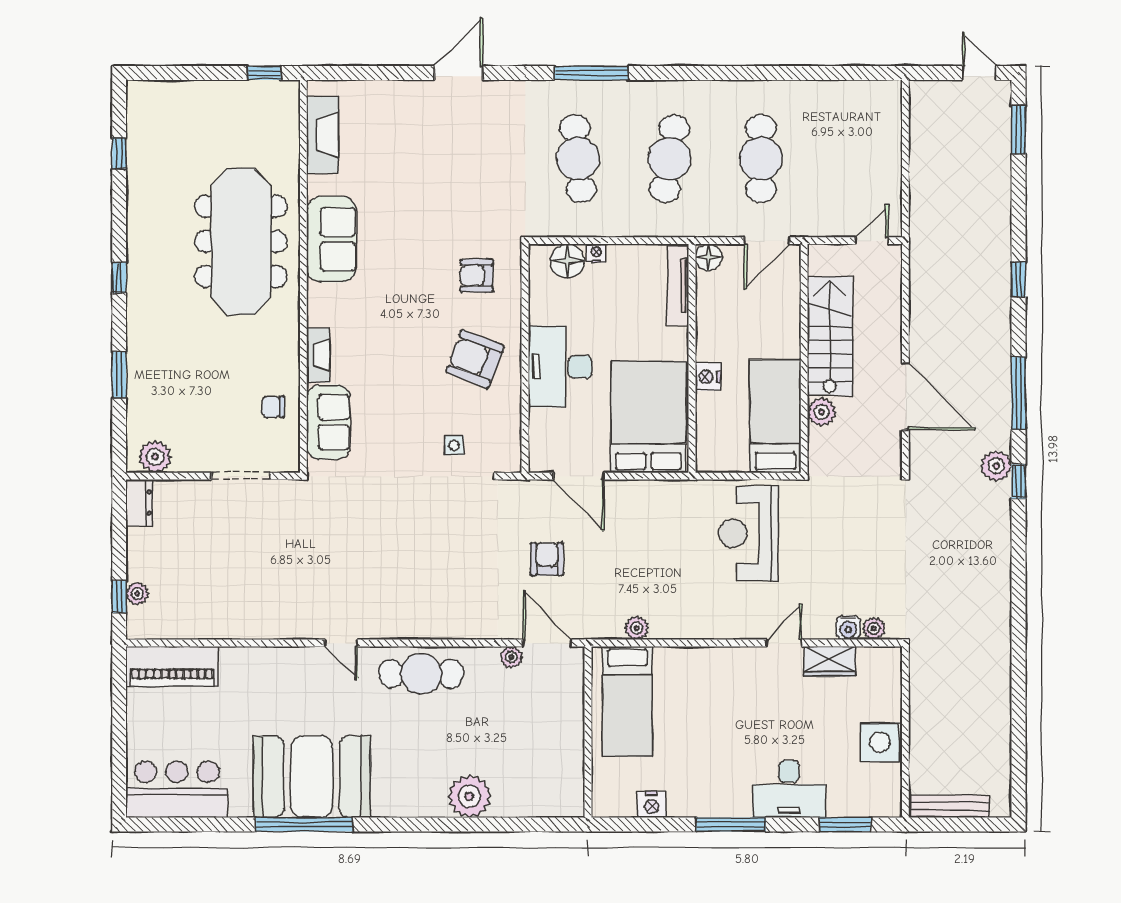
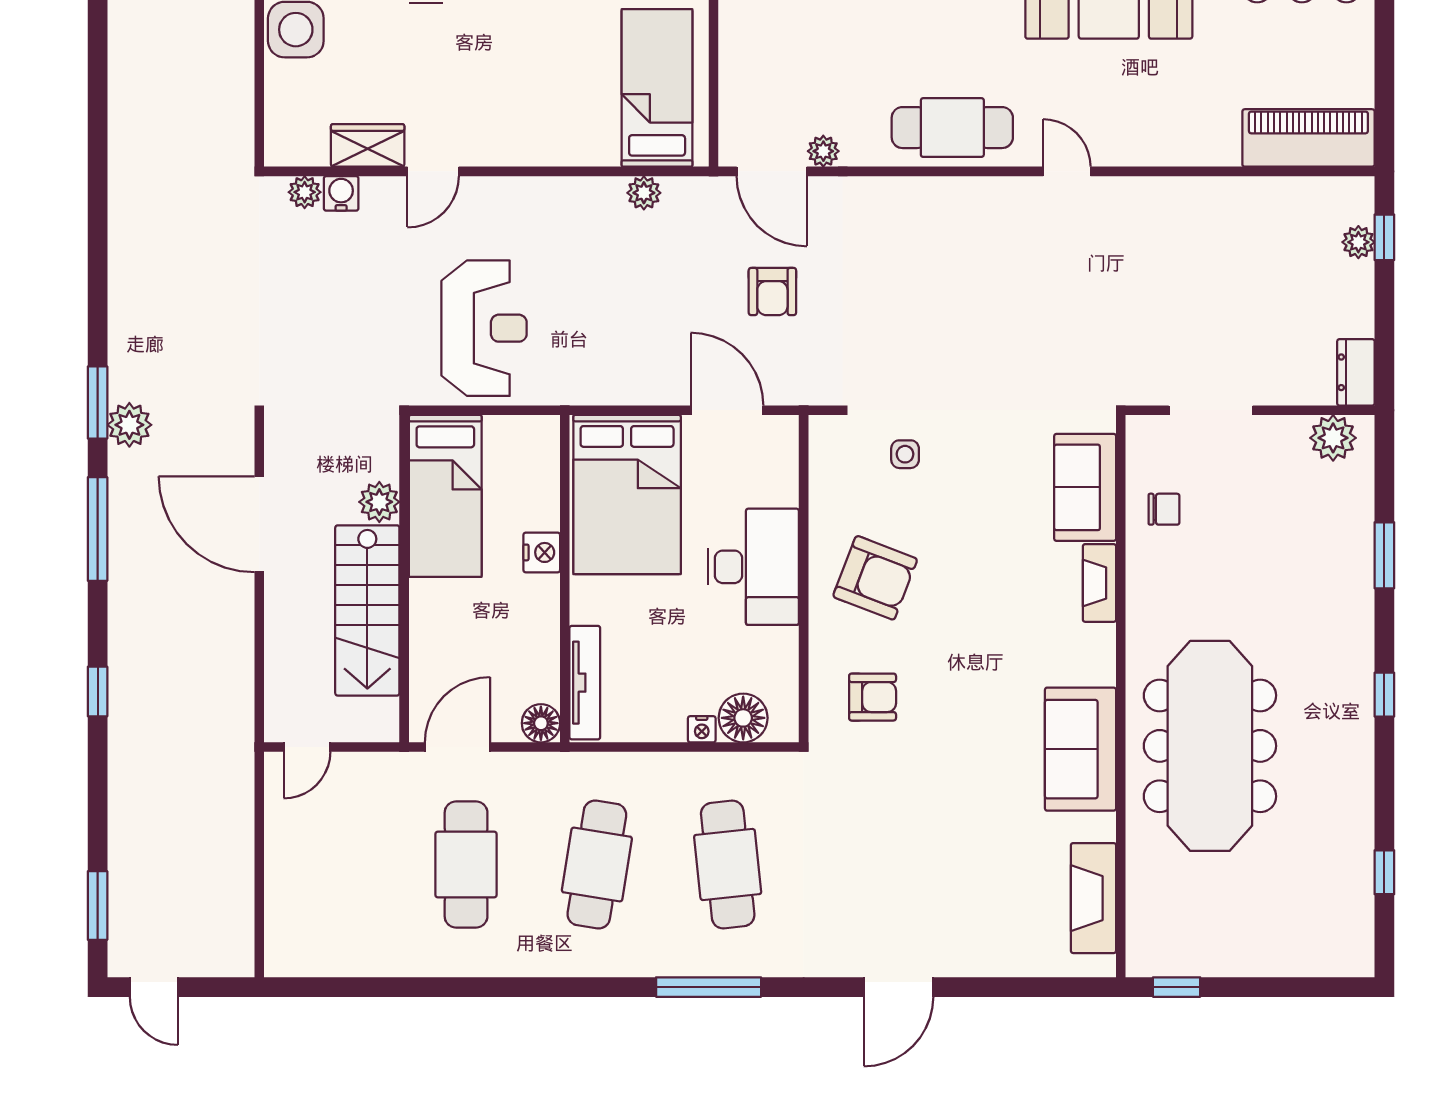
window: (1018, 481) -> (98, 403), width x1.50

